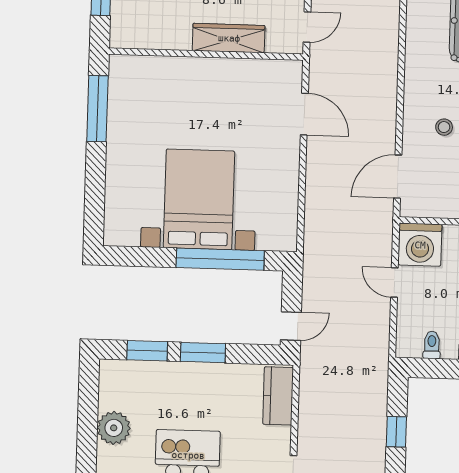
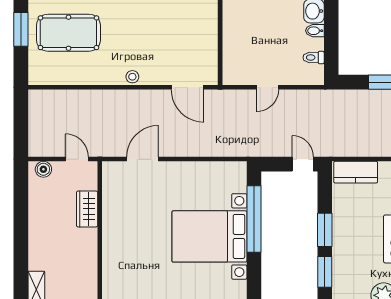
wardrobe: (229, 38) -> (87, 209), width x0.67
stool: (444, 127) -> (132, 77), moved
washing machine: (420, 245) -> (238, 69), removed

